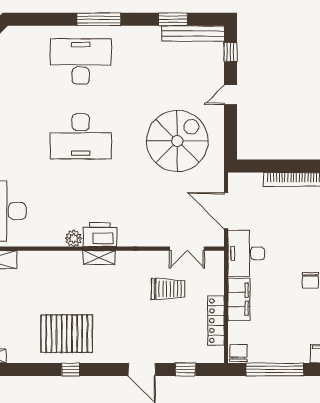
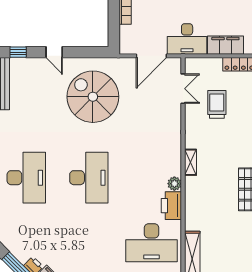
desk: (81, 61) -> (26, 178), turned 180
printer: (100, 235) -> (171, 206), moved

